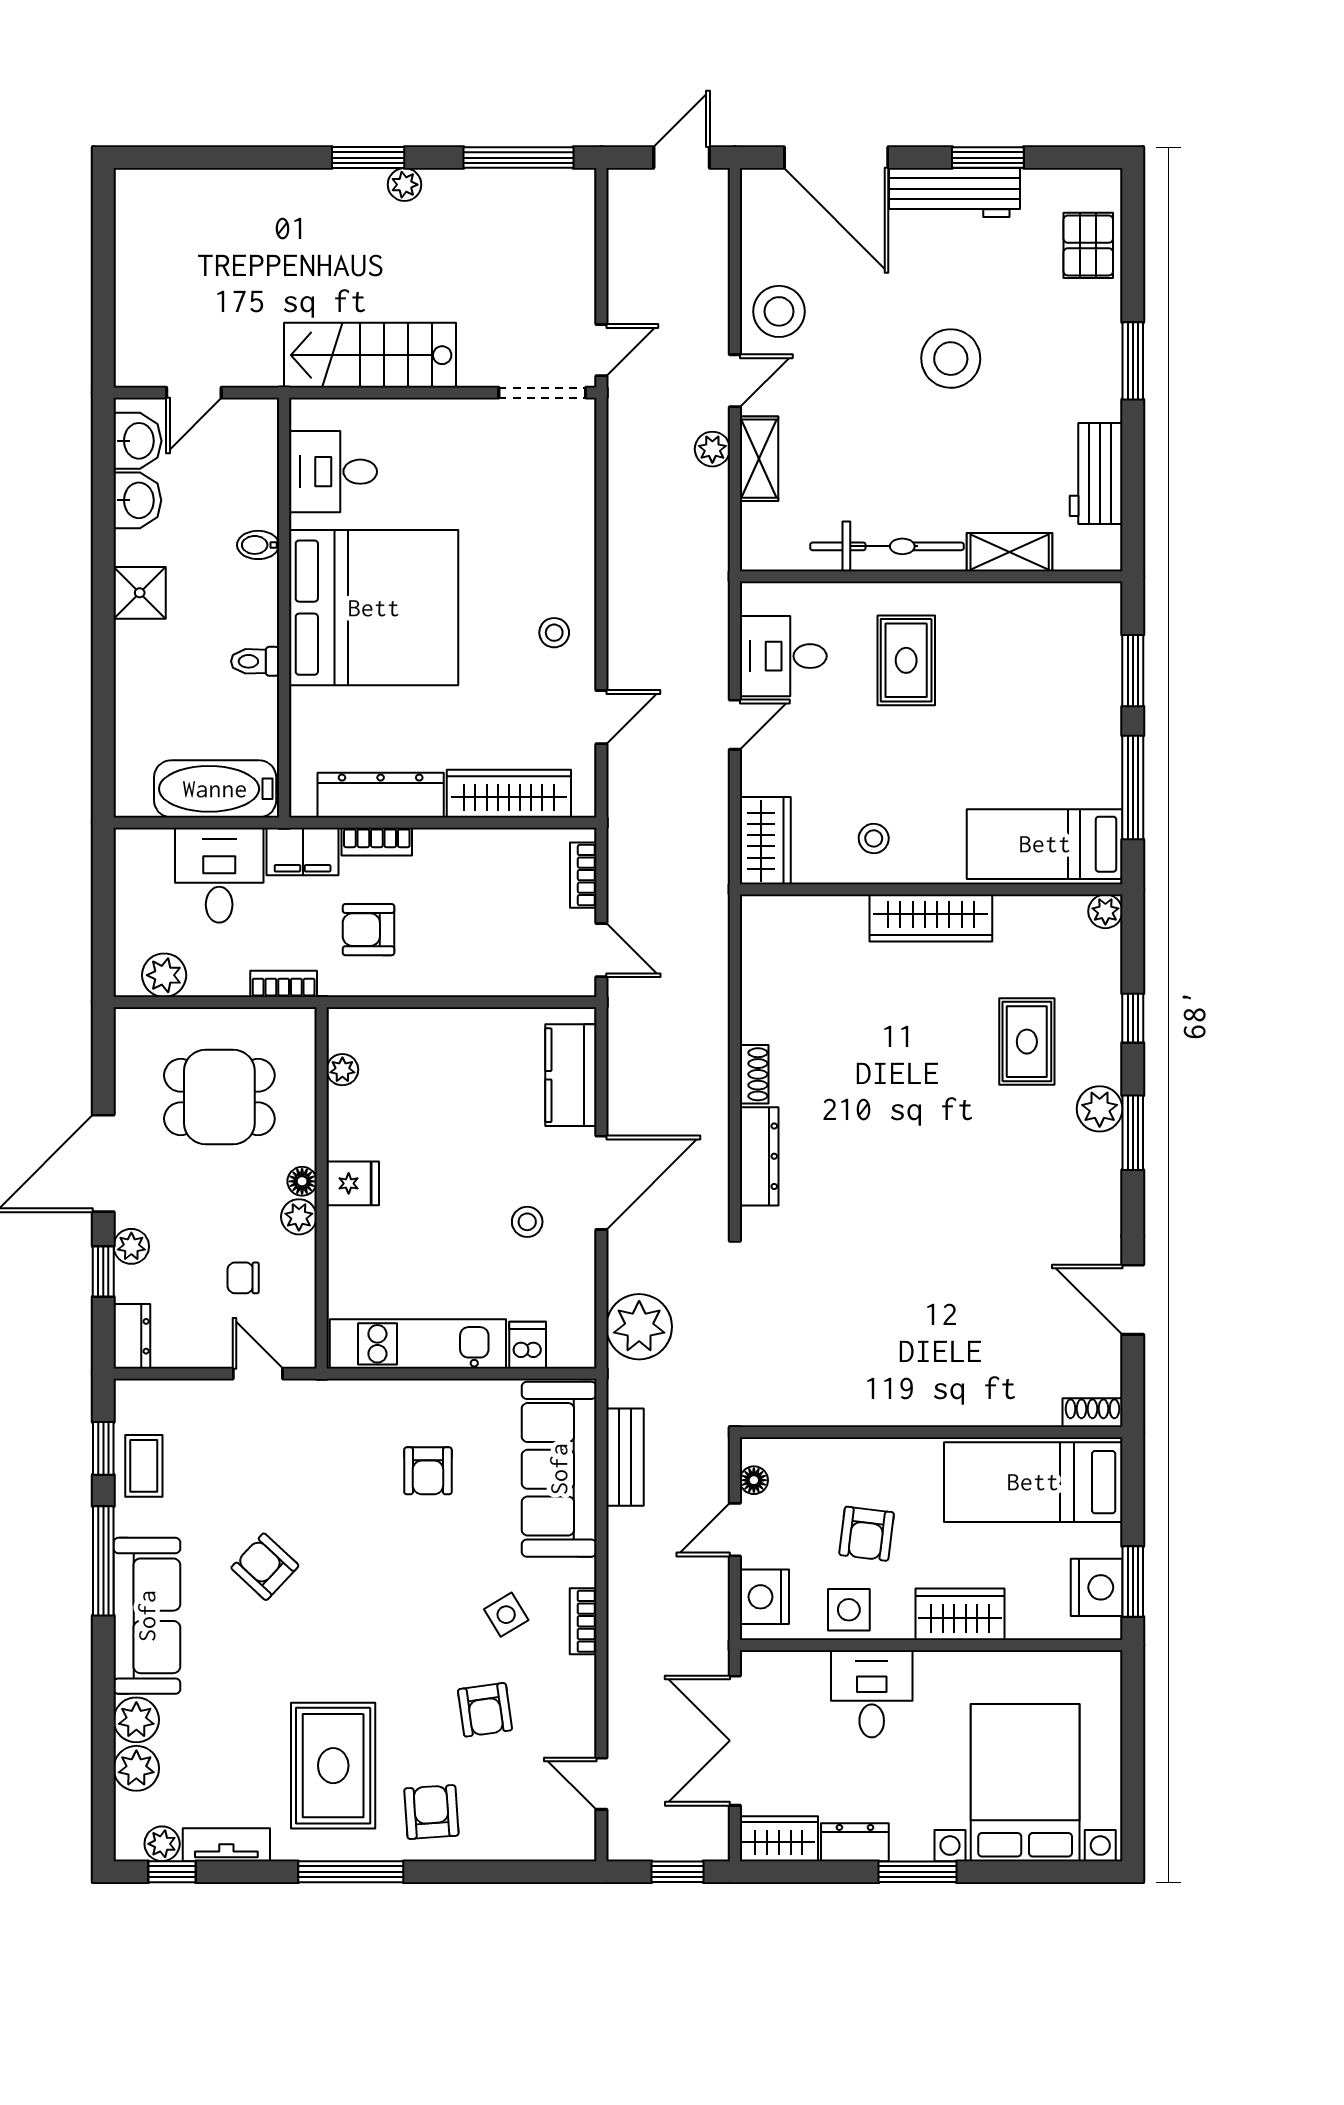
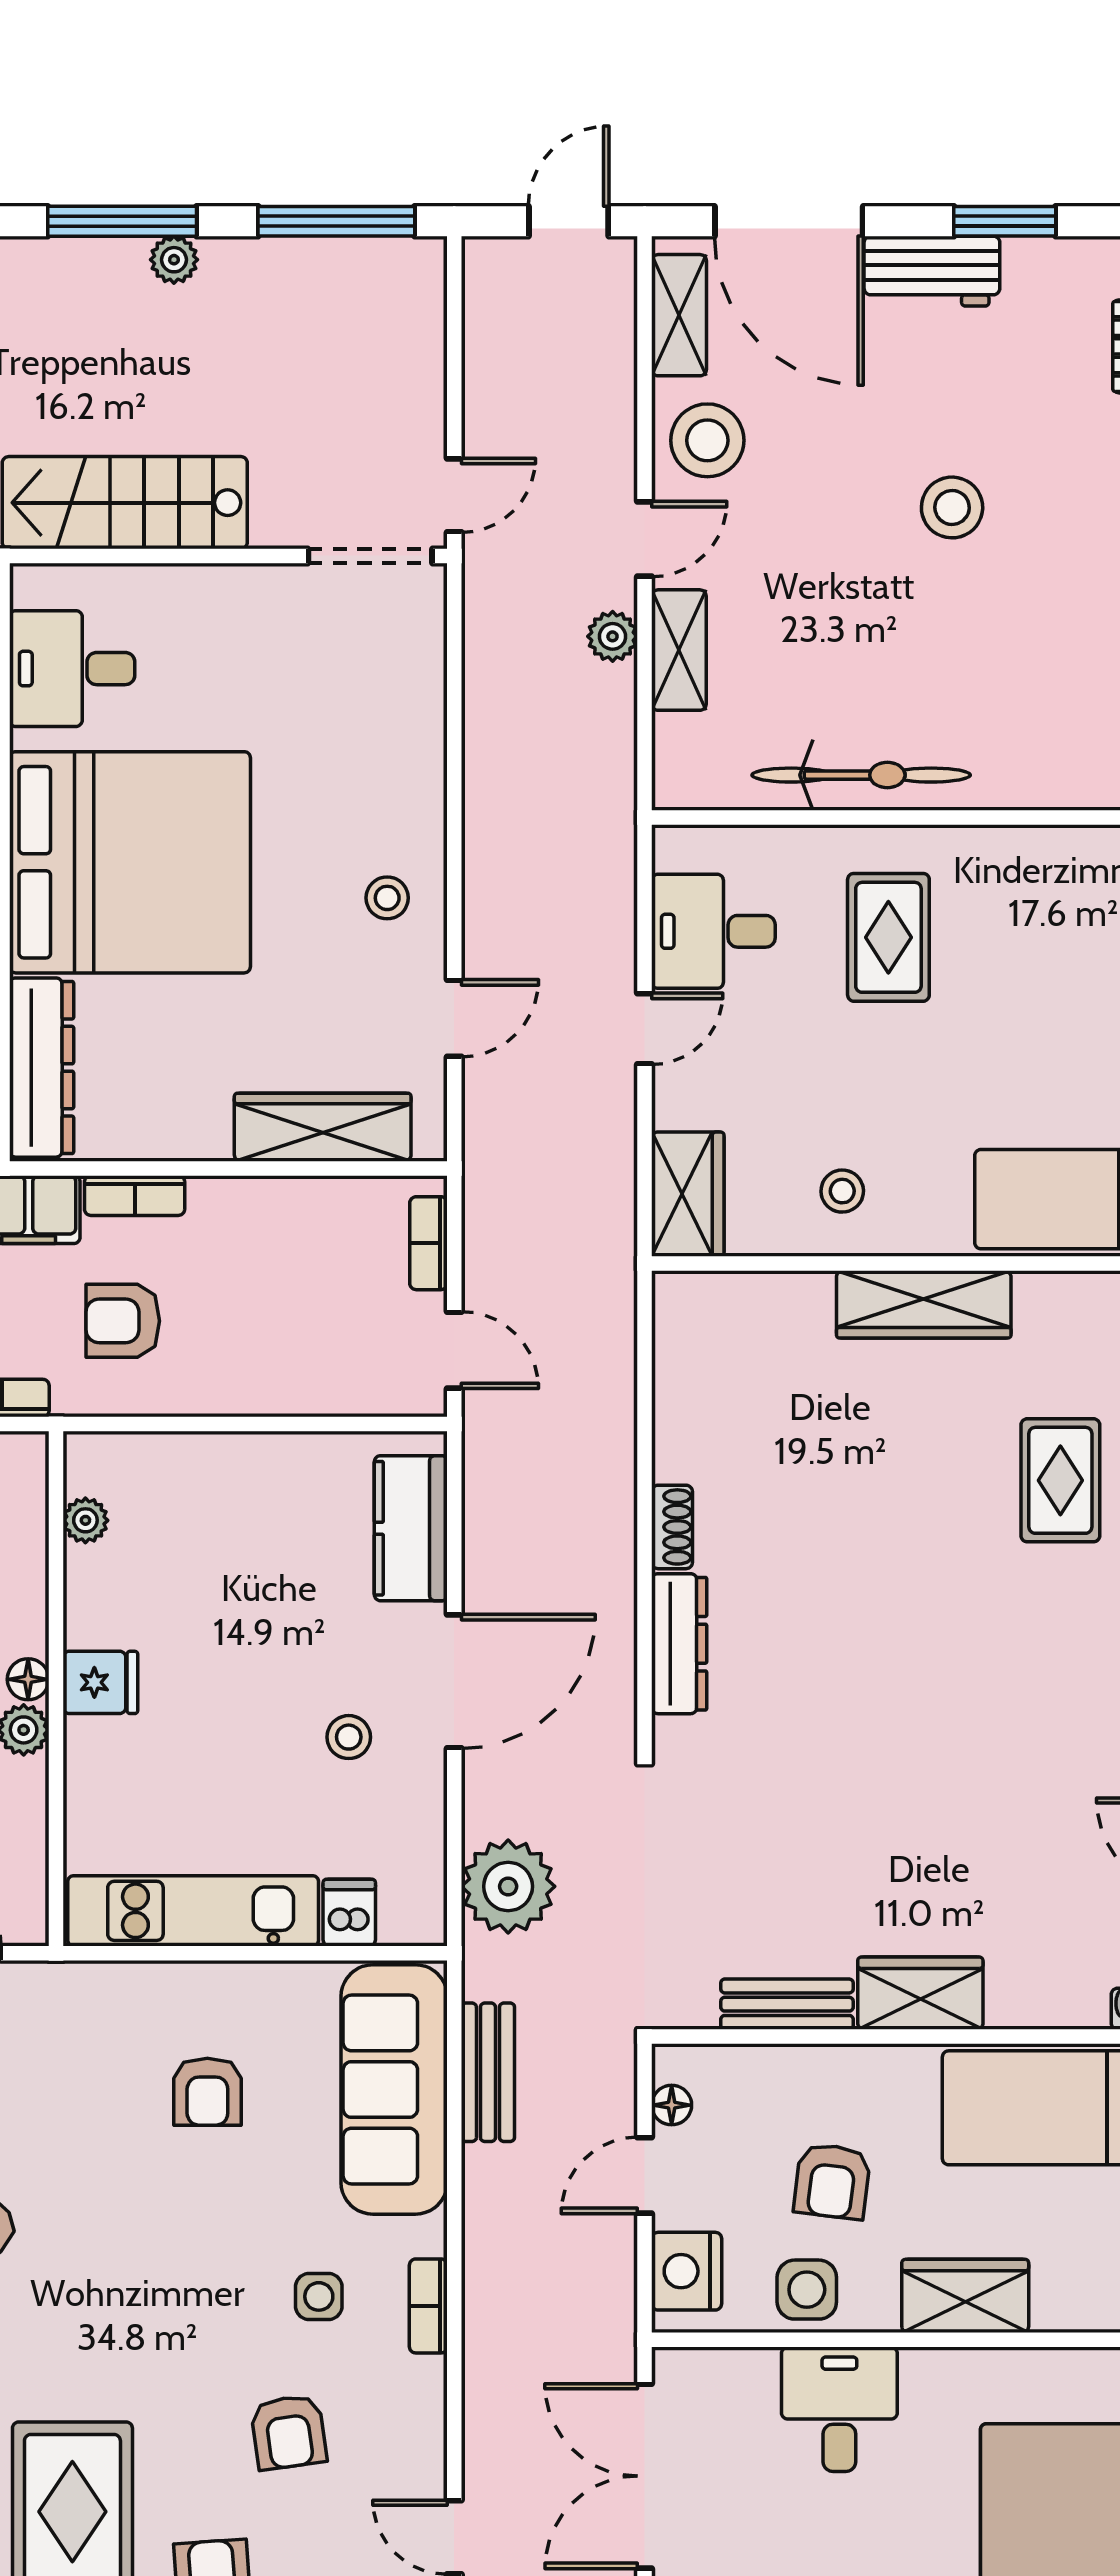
window: (368, 158) -> (122, 221), width x1.44
workbench: (955, 193) -> (932, 271), width x0.73
stool: (951, 359) -> (952, 507), width x0.73, depth x0.73
shelving: (1010, 552) -> (679, 315), moved, turned 90
dresser: (381, 795) -> (42, 1068), moved, turned 90
wardrobe: (929, 1402) -> (920, 1993), added
bench: (835, 1409) -> (787, 2004), added
side table: (506, 1615) -> (319, 2296), turned 31

